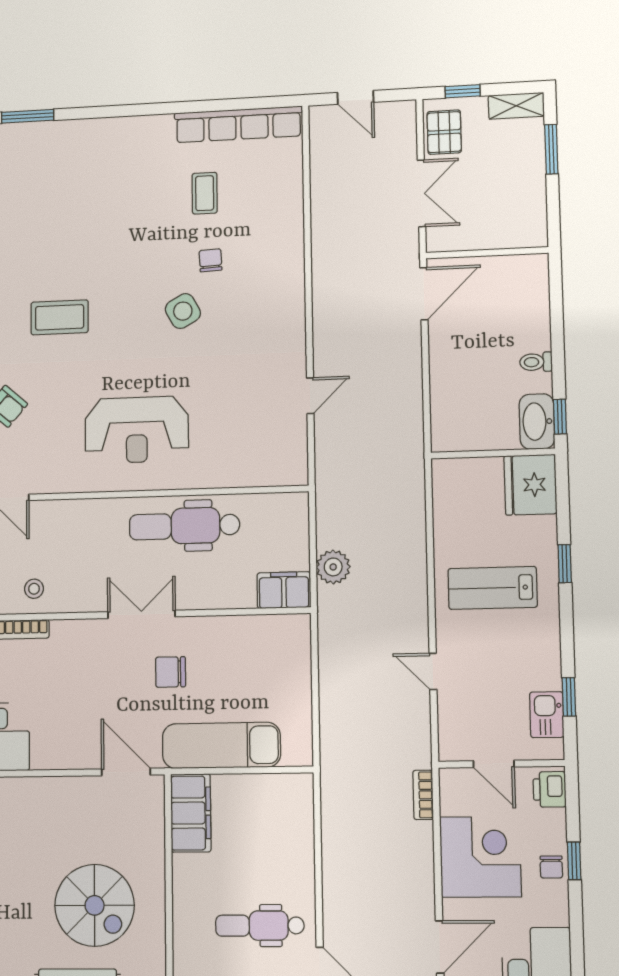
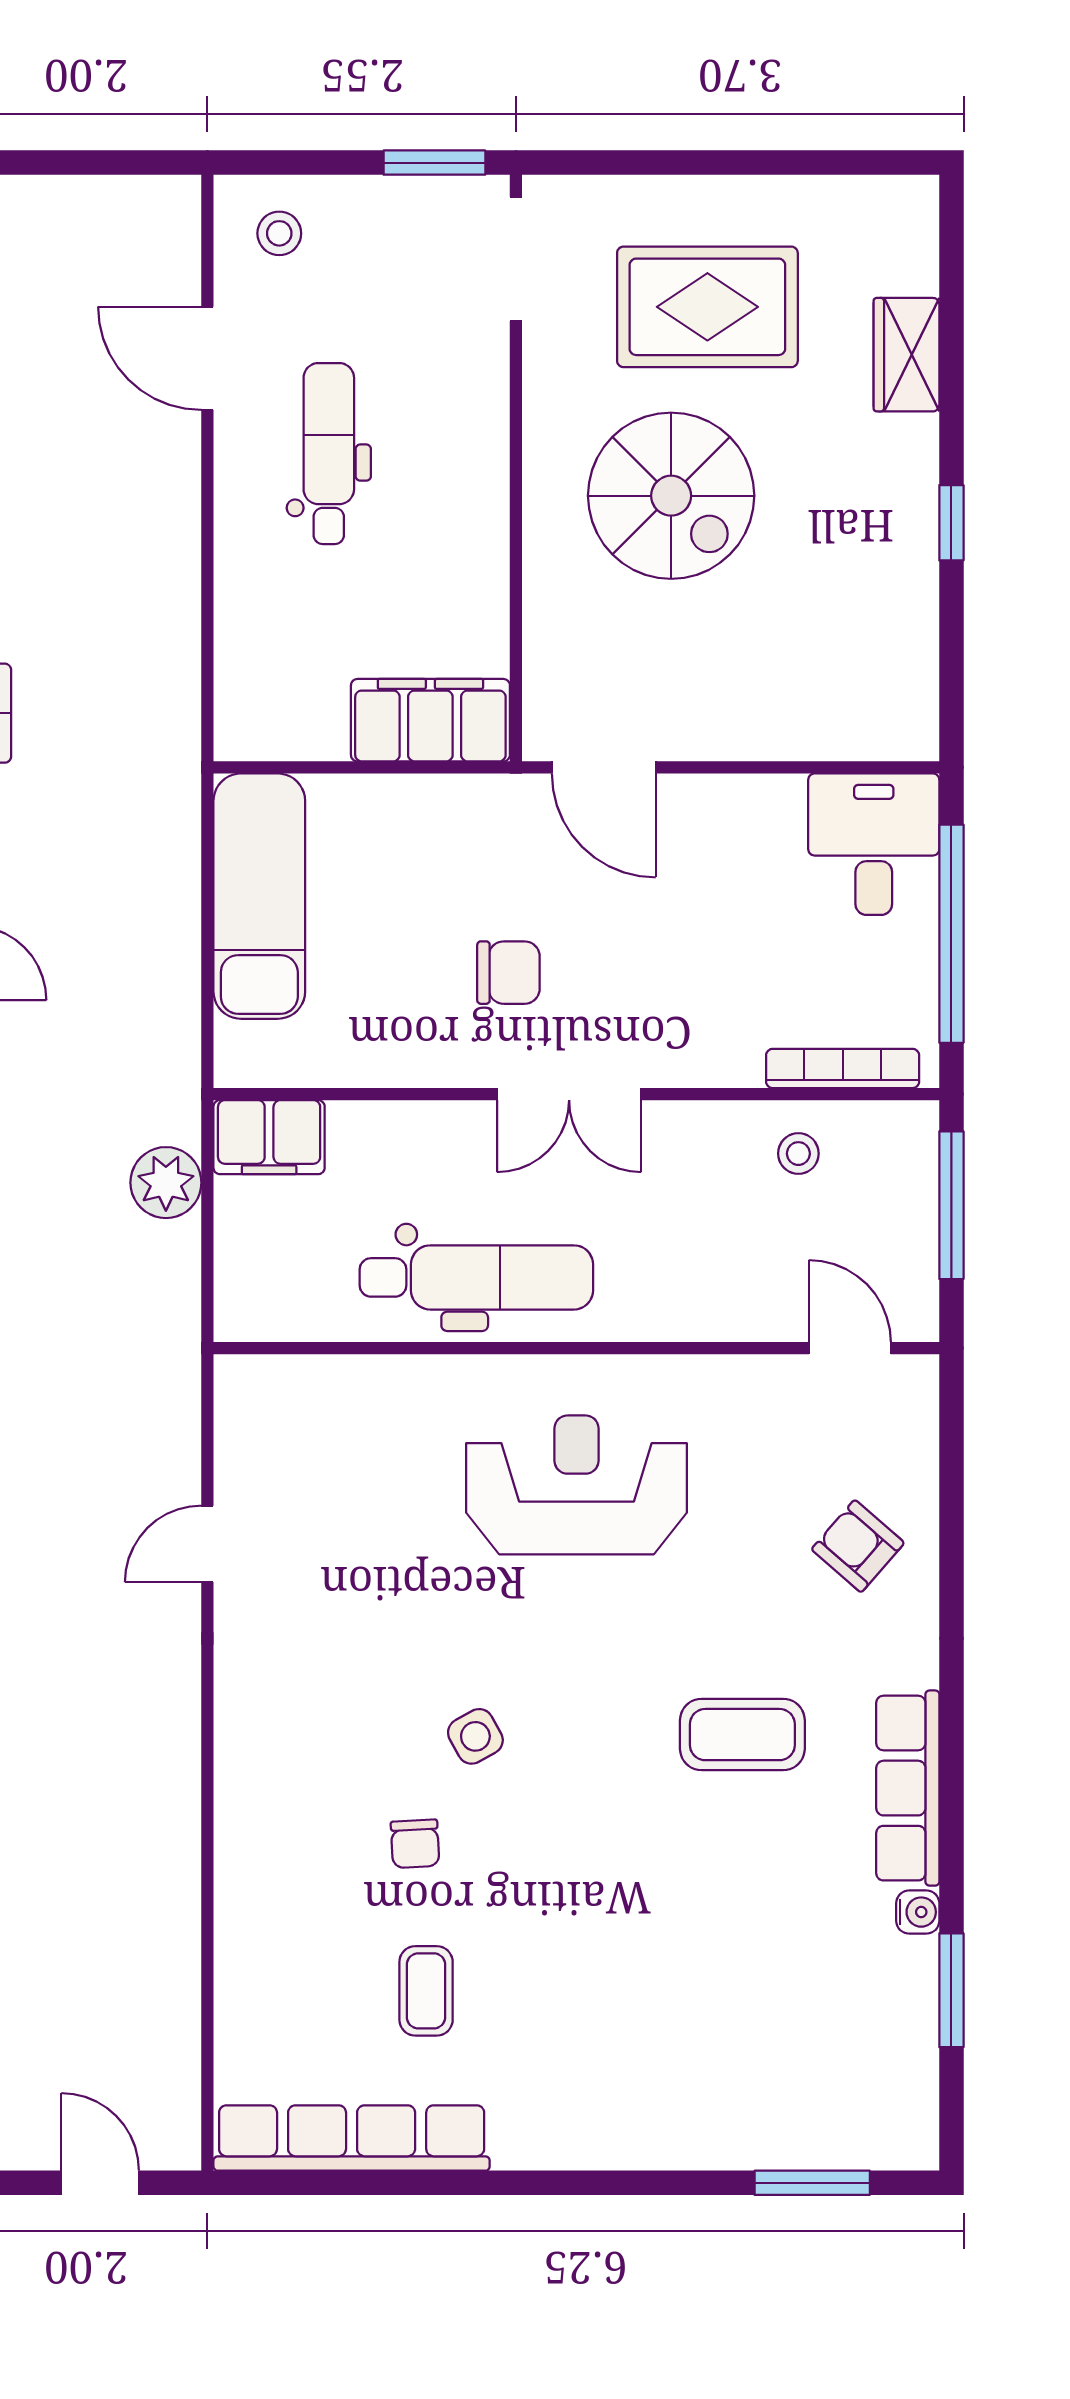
side table: (183, 311) -> (475, 1736), width x0.73, depth x0.73
exam couch: (221, 745) -> (259, 896), moved, turned -90
filing cabinet: (191, 813) -> (430, 720), moved, turned 90
spiral stairs: (95, 905) -> (671, 496), turned 180
dental chair: (260, 926) -> (329, 454), turned -90

